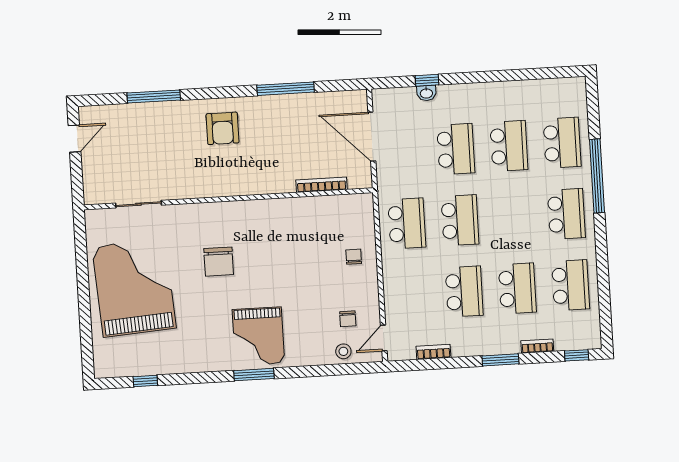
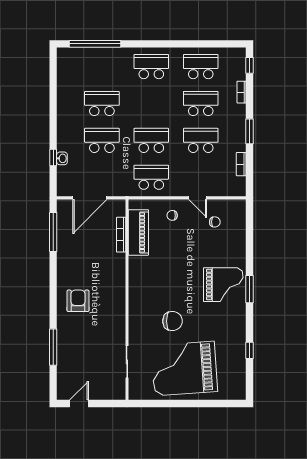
window: (286, 89) -> (53, 232), moved
armchair: (223, 128) -> (78, 301), turned -90
door: (74, 139) -> (79, 404), hinge flipped
school desk: (562, 143) -> (102, 67), removed
window: (597, 176) -> (95, 44), moved
piano: (326, 209) -> (138, 232), added
chair: (219, 262) -> (172, 321), moved
door: (384, 338) -> (198, 198), moved
stool: (343, 351) -> (237, 226), removed
window: (500, 360) -> (249, 131), moved
window: (145, 381) -> (249, 350), moved

